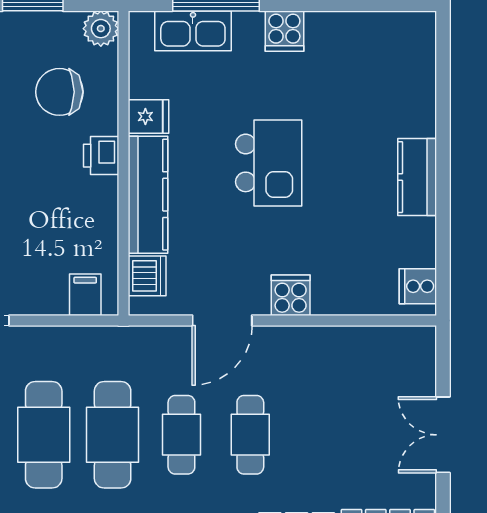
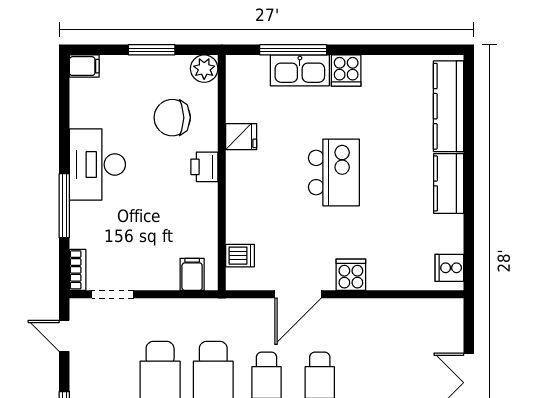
kitchen sink: (193, 31) -> (300, 70), moved
kitchen counter: (148, 195) -> (448, 106), moved, turned 180
dishwasher: (147, 276) -> (240, 256), width x0.73

